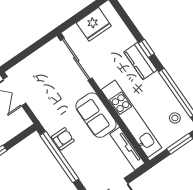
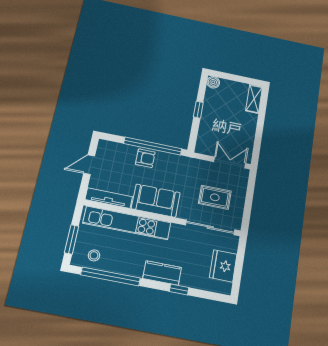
window: (146, 48) -> (179, 290), moved
rug: (51, 77) -> (215, 197), added
armchair: (63, 139) -> (145, 158), moved, turned -90

